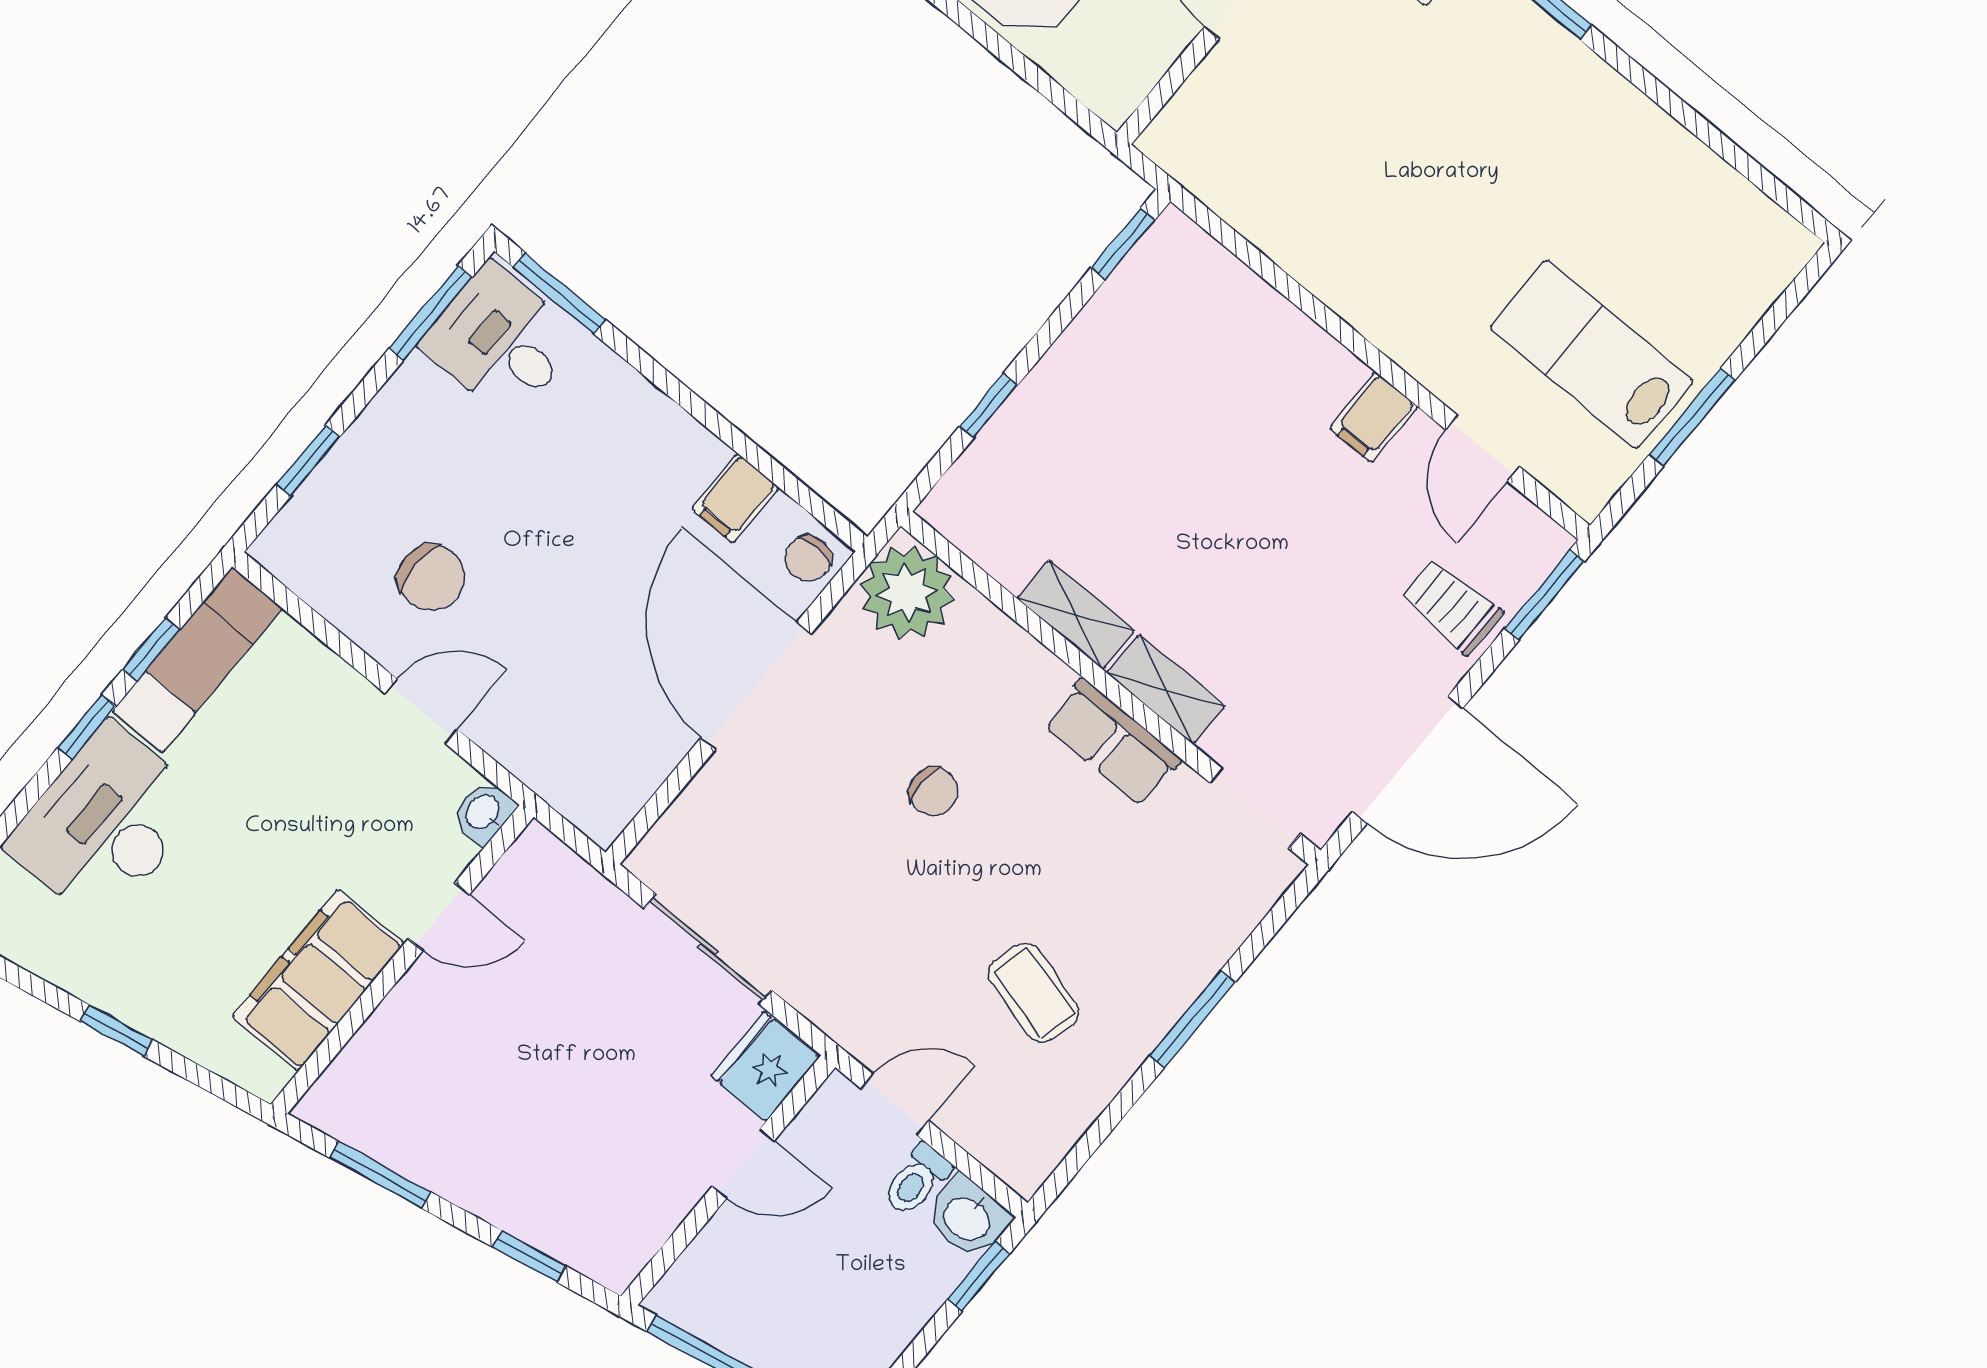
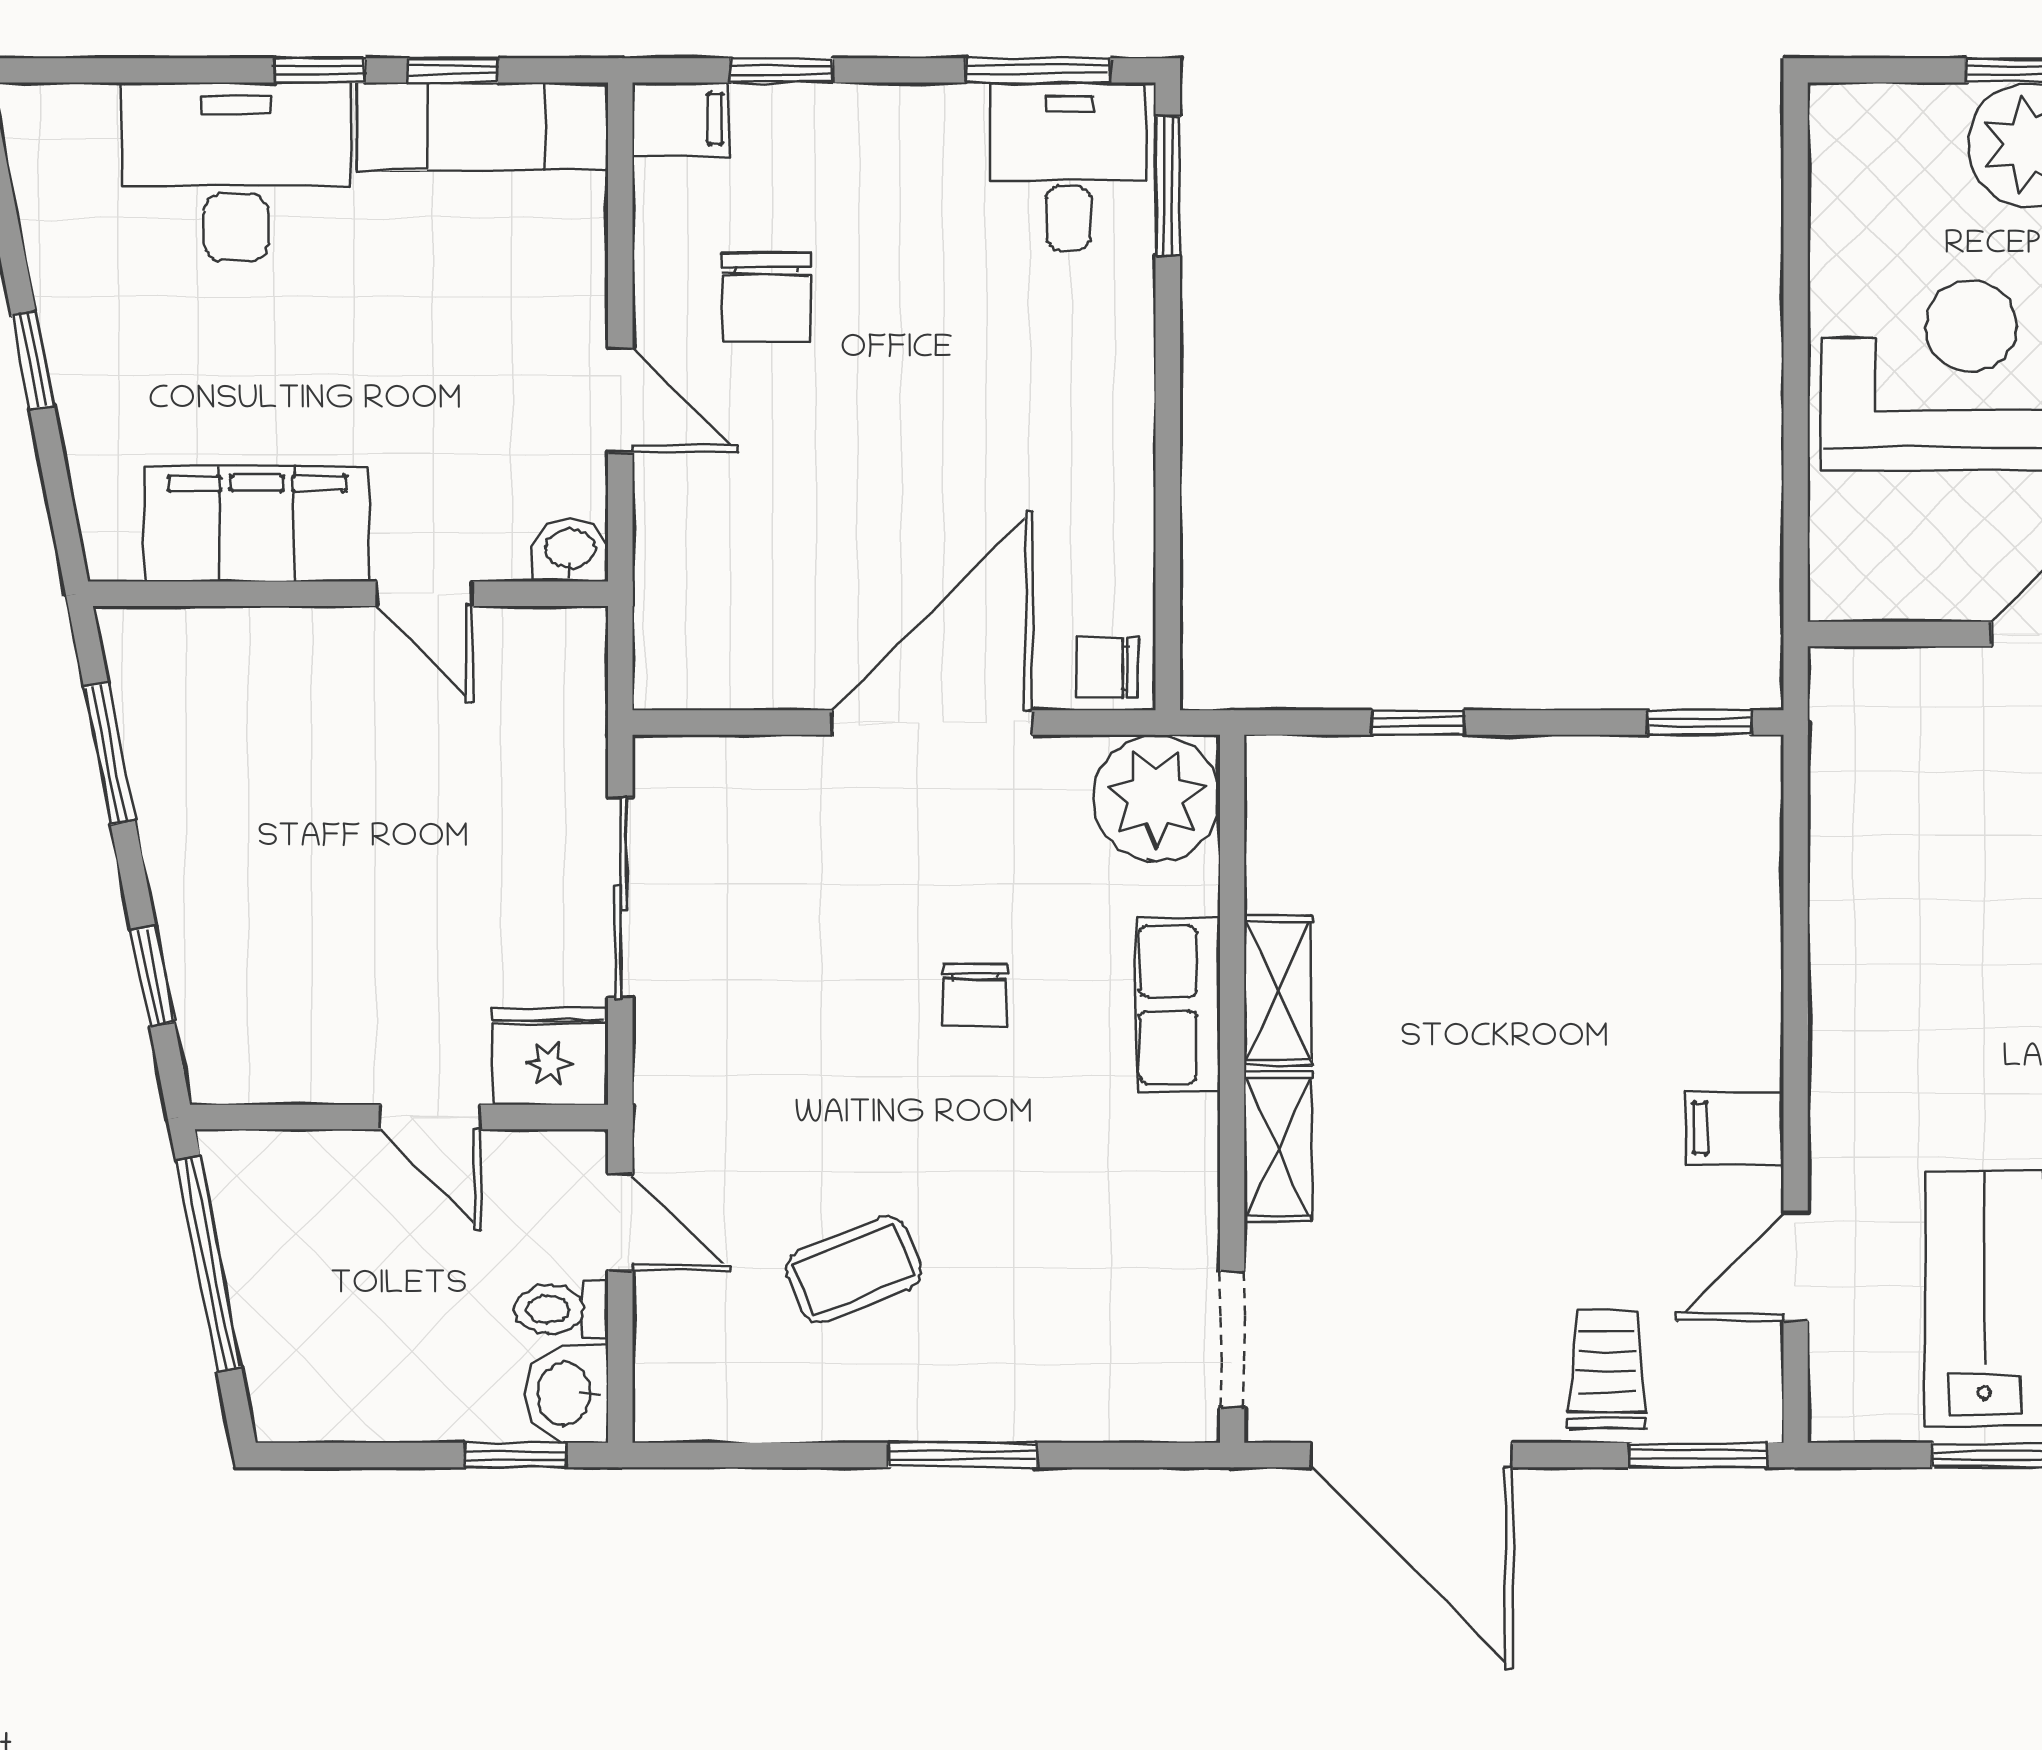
filing cabinet: (735, 498) -> (681, 119), moved, turned 180
row of seats: (1112, 742) -> (1178, 1004), moved
coffee table: (1034, 993) -> (854, 1269), turned 53

